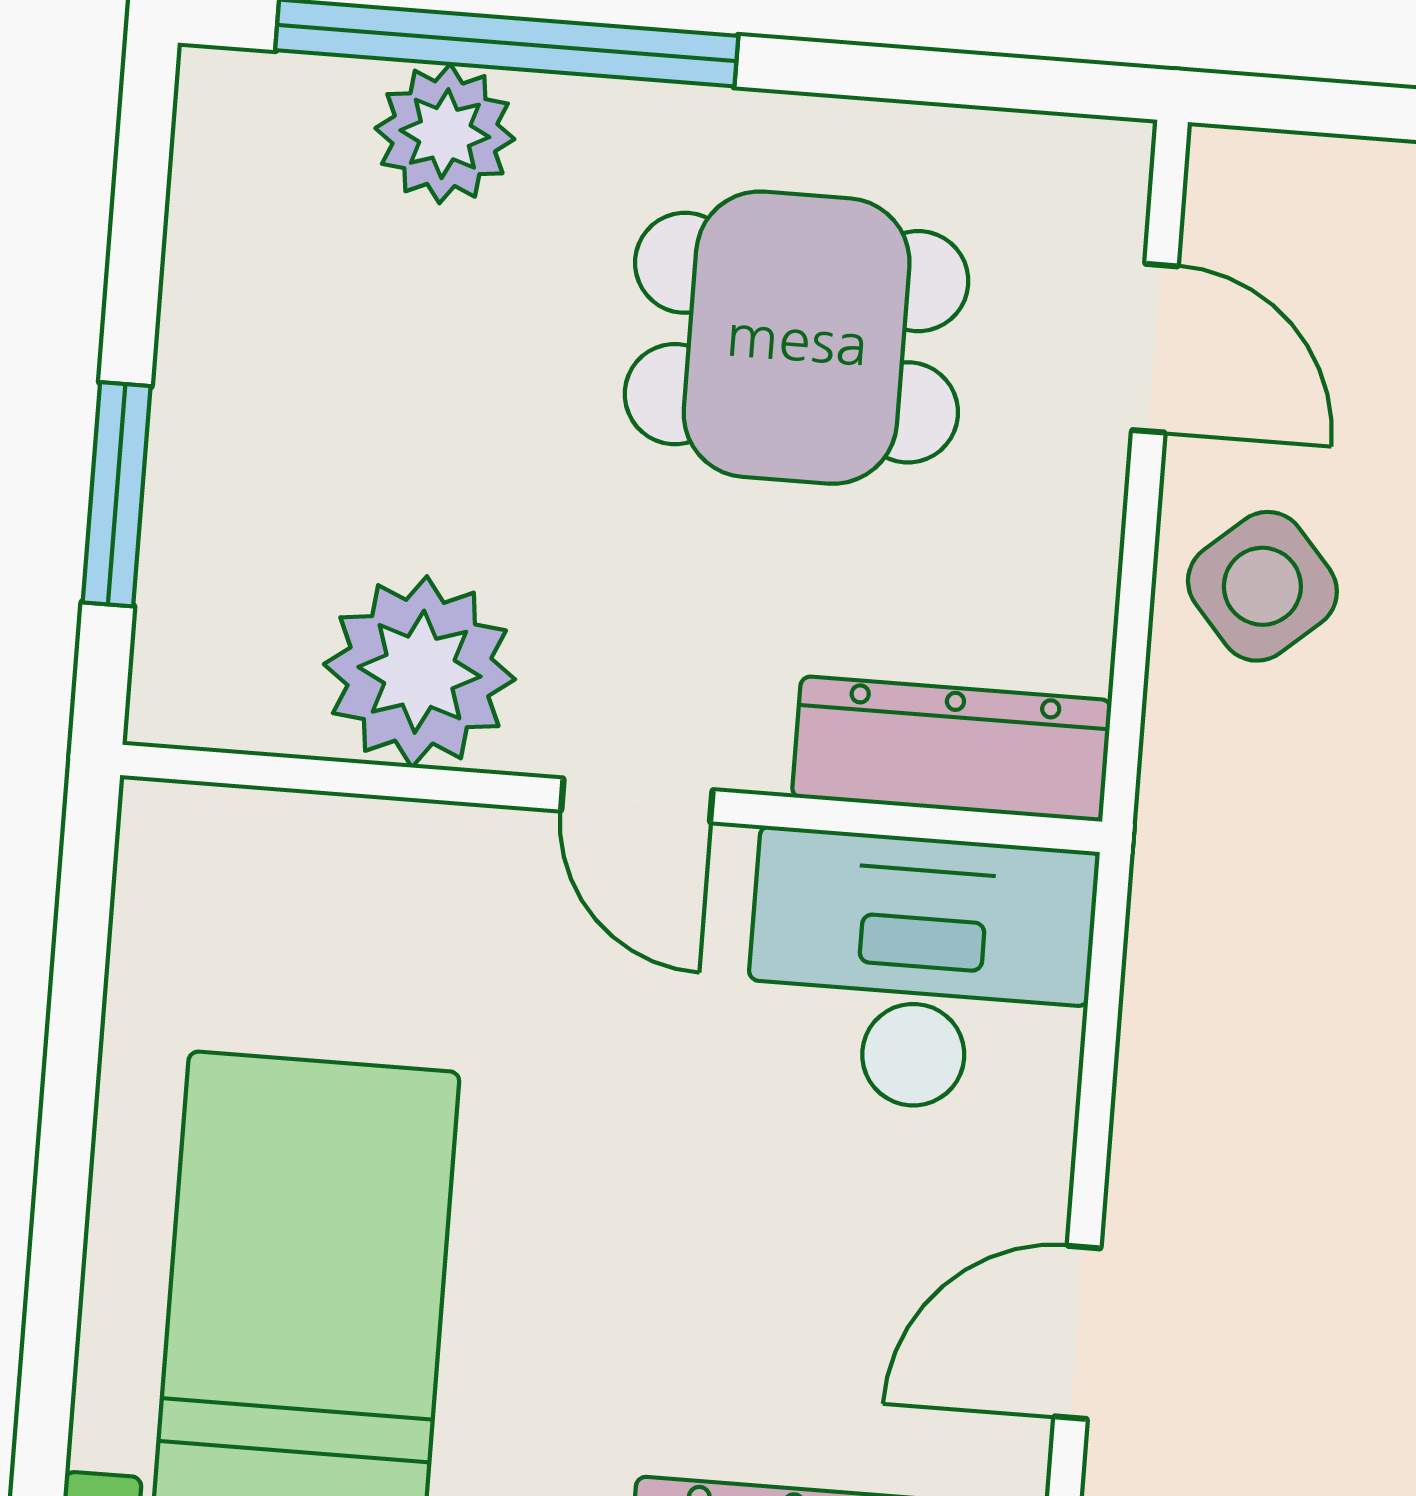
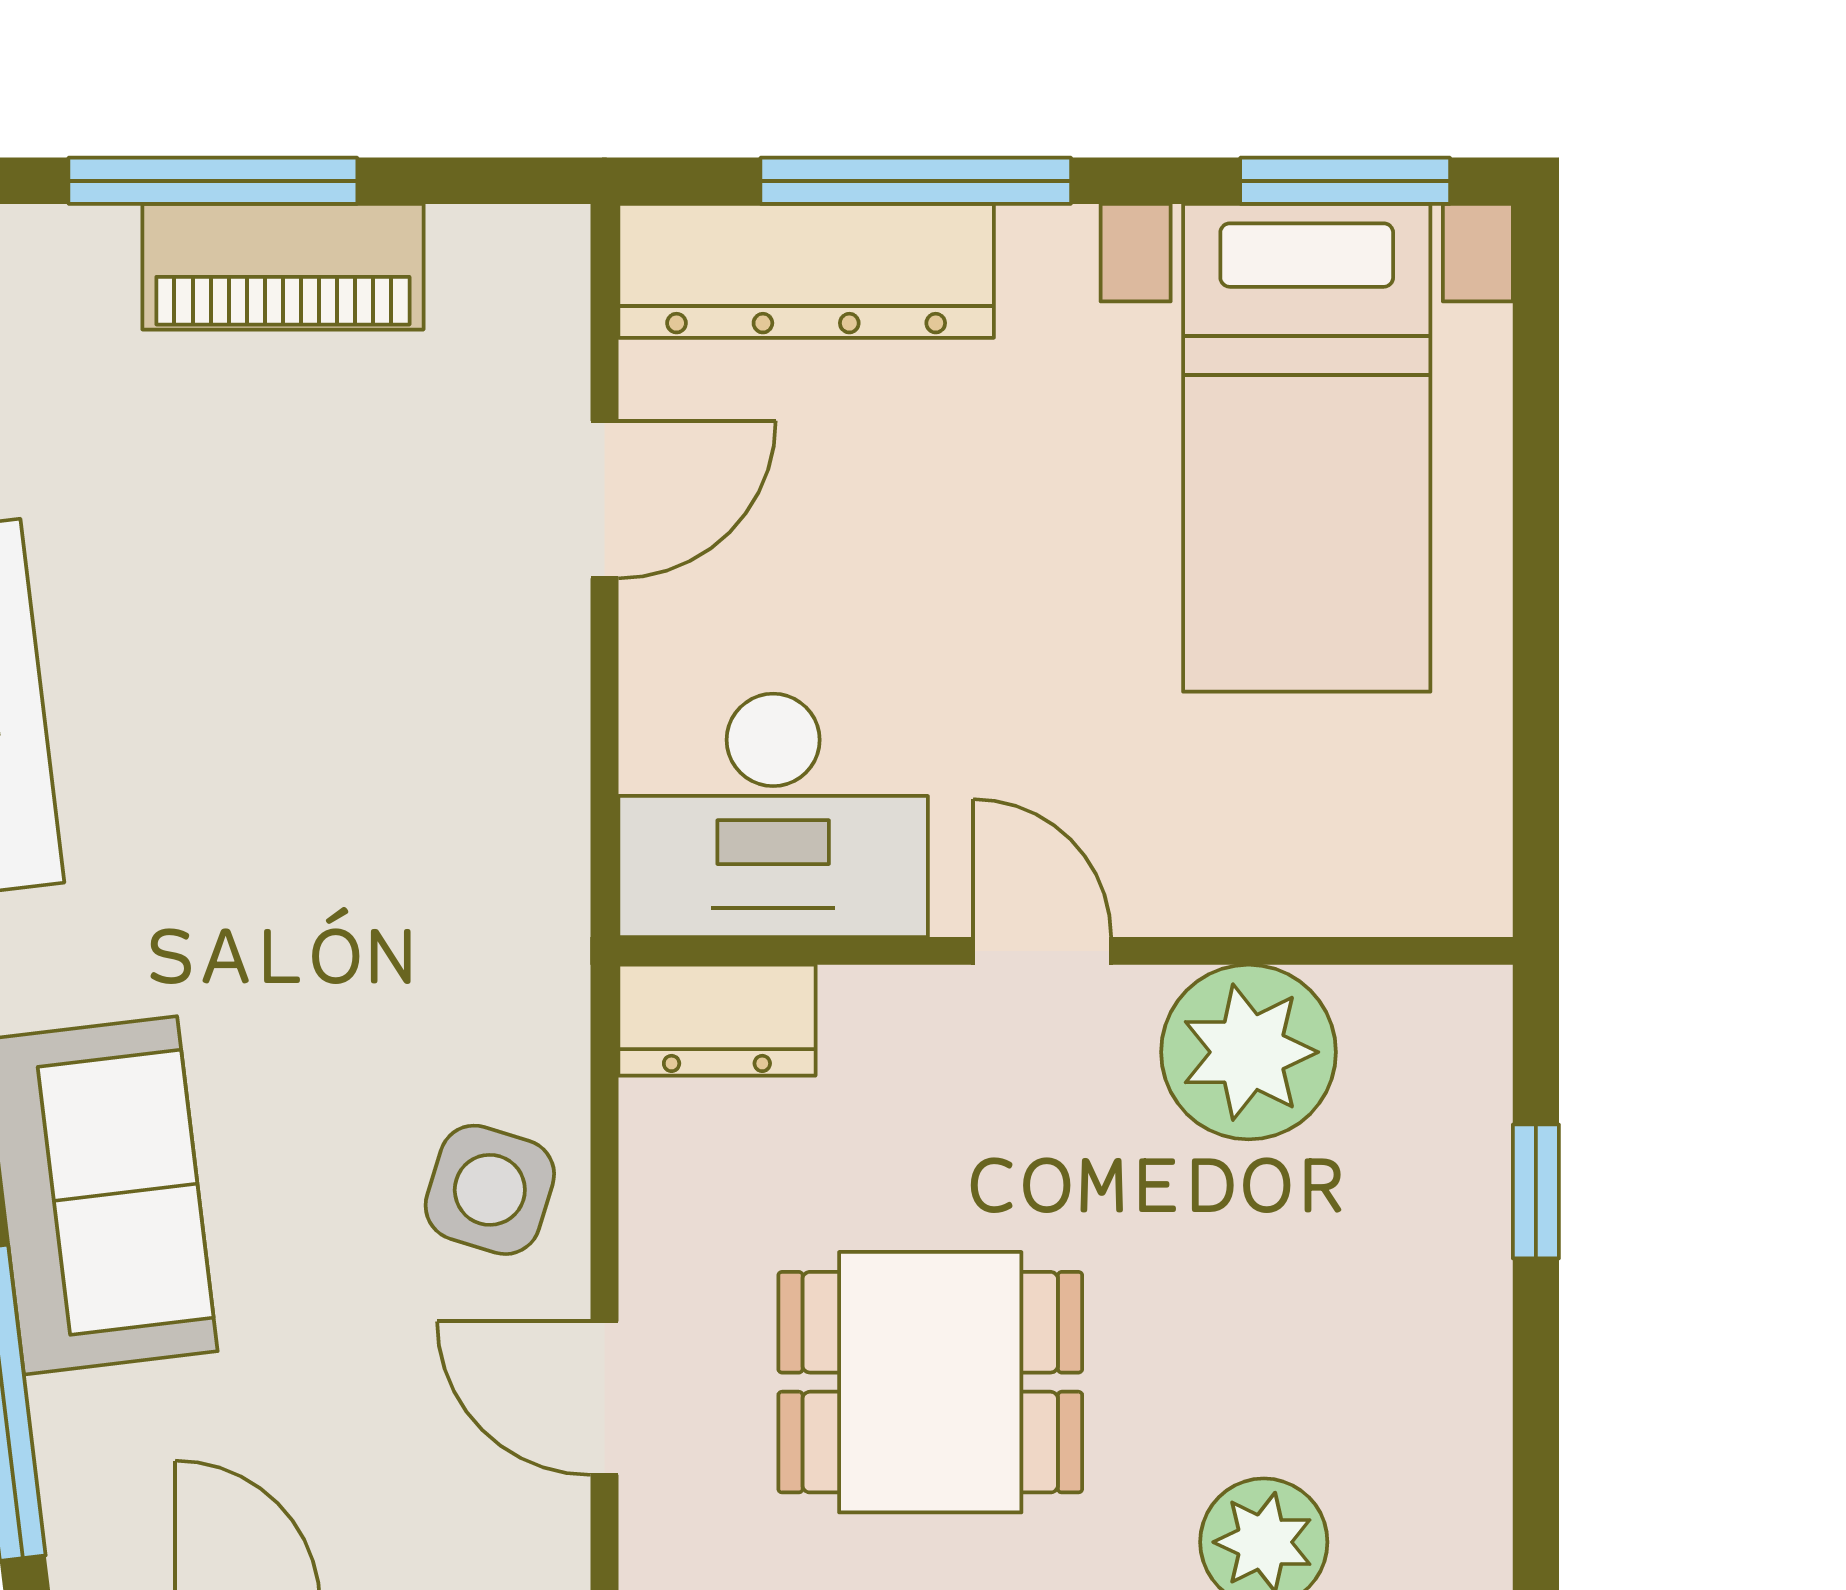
window: (117, 494) -> (1536, 1191), width x0.67
side table: (1262, 586) -> (490, 1190), turned -32
dresser: (952, 749) -> (717, 1020), width x0.70

